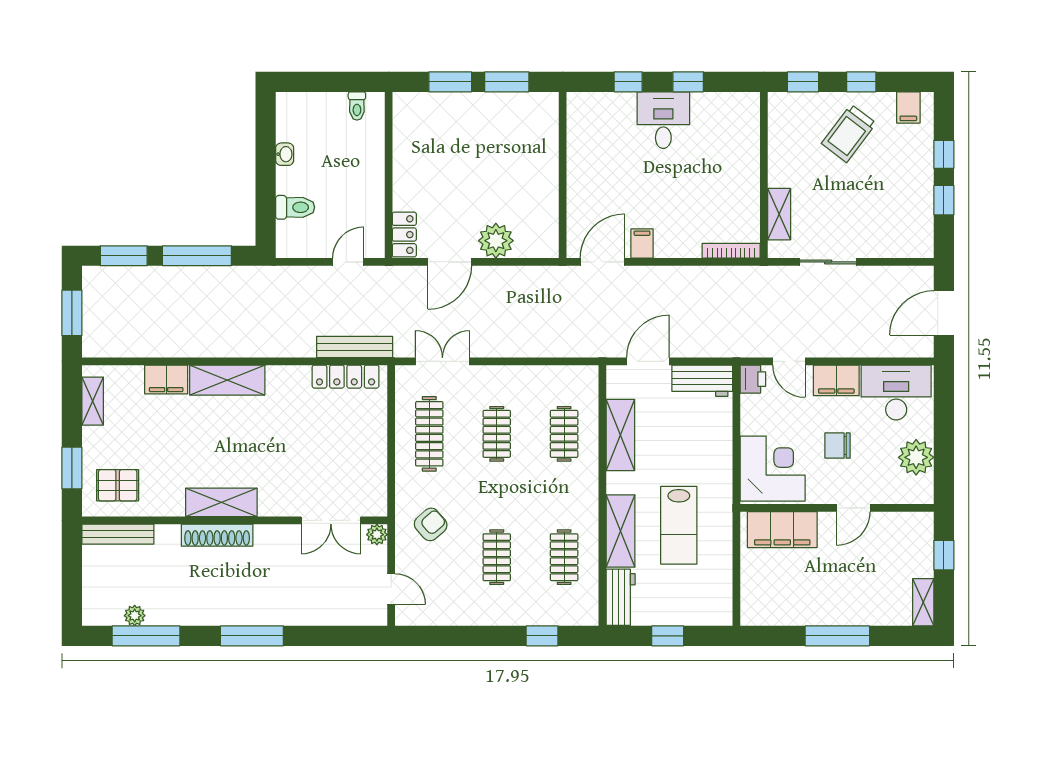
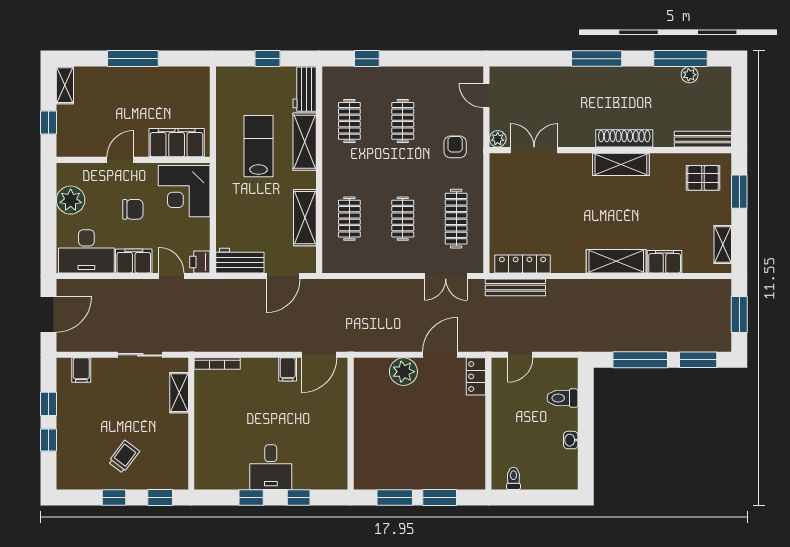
filing cabinet: (908, 107) -> (81, 370), moved, turned 180
trolley: (849, 133) -> (124, 457), width x0.73, depth x0.72
armchair: (431, 524) -> (455, 147), turned 131

